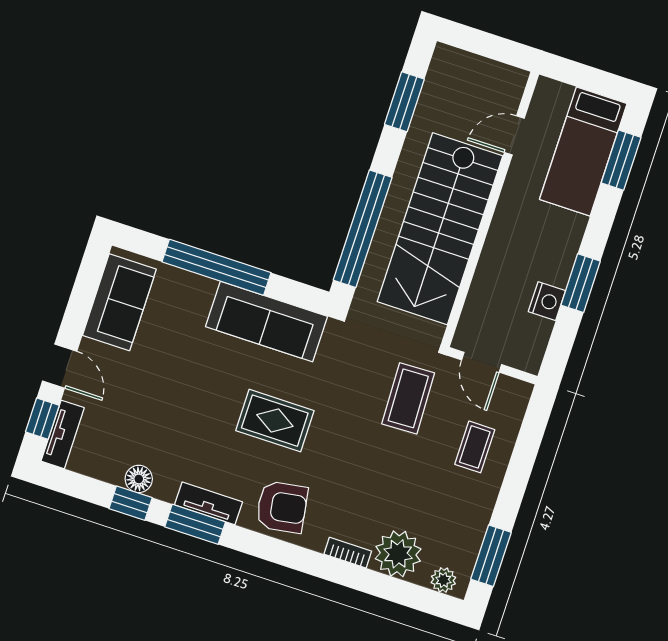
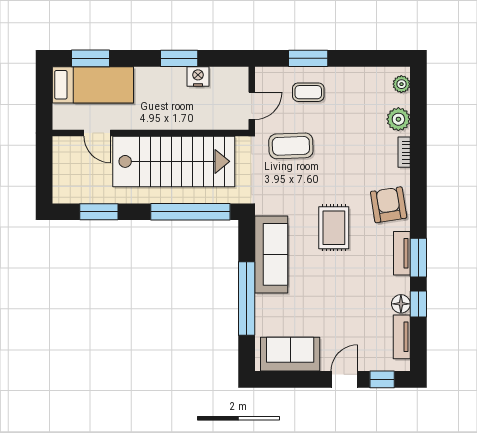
tv unit: (63, 434) -> (402, 337), moved, turned -90
plant: (398, 554) -> (398, 119), width x0.73, depth x0.73
window: (491, 556) -> (308, 58), moved

